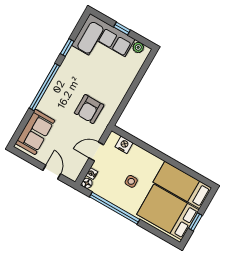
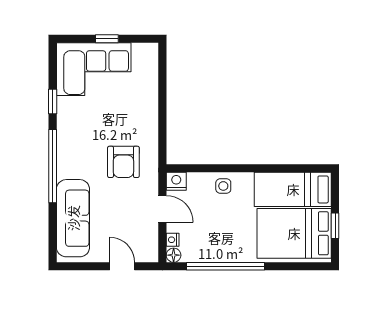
plant: (138, 47) -> (140, 51), removed
sofa: (35, 132) -> (73, 218), width x1.36
nightstand: (124, 145) -> (176, 181), moved
door: (96, 151) -> (162, 209), swing flipped
side table: (131, 181) -> (223, 186), moved

